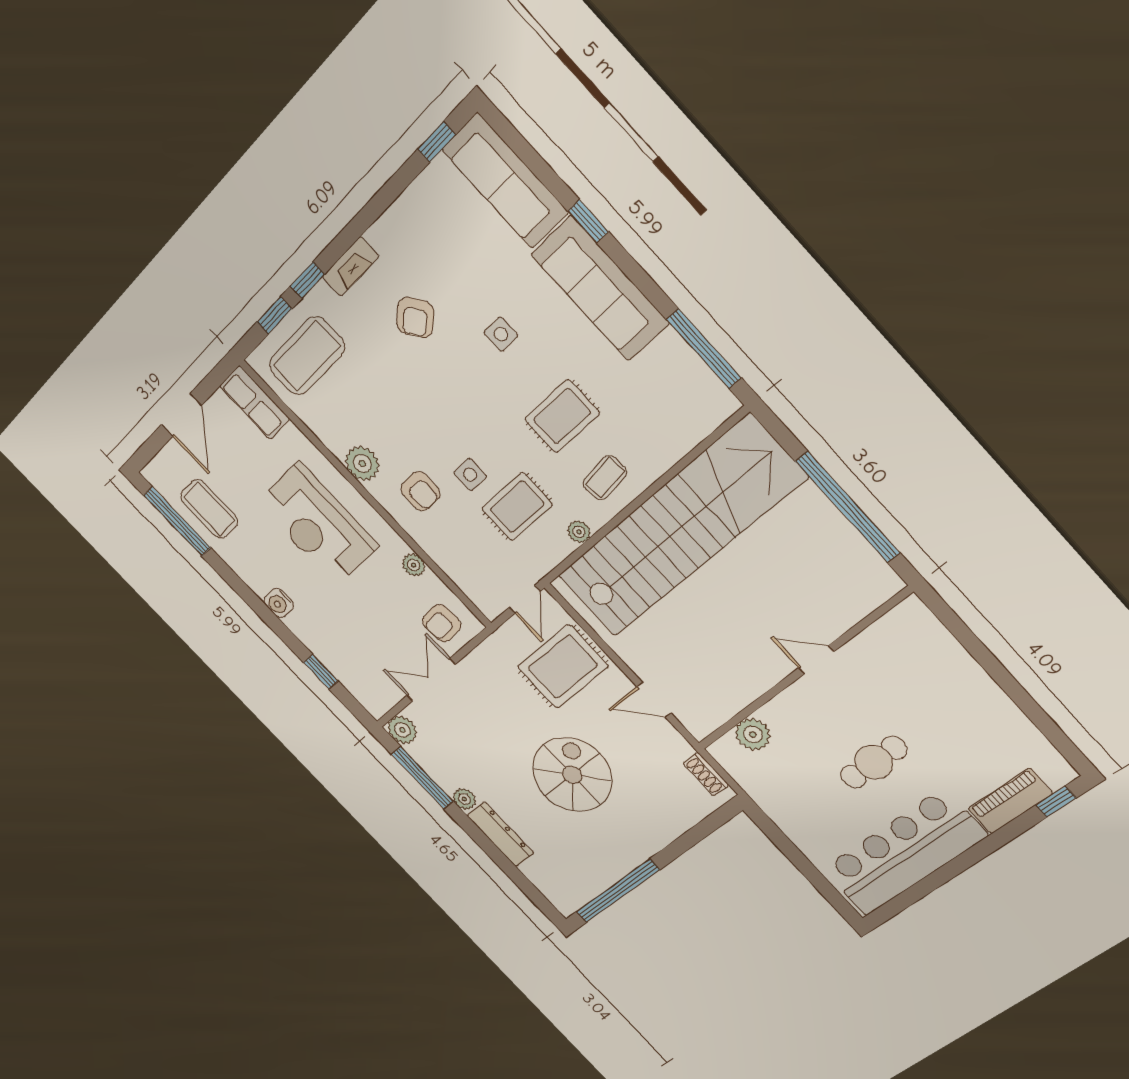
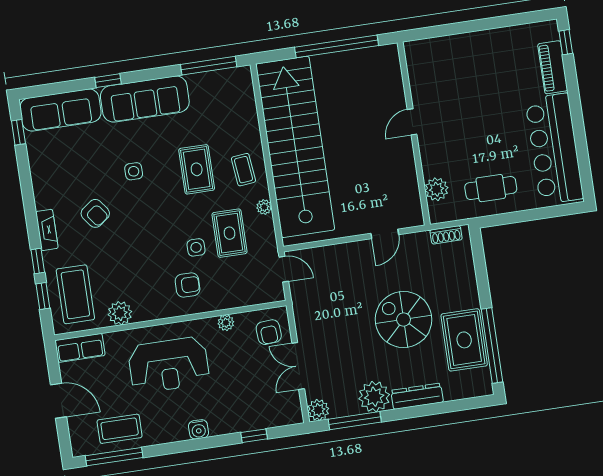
plant: (362, 463) -> (120, 313), moved
rug: (563, 667) -> (464, 340), moved
cafe table: (874, 762) -> (491, 188), moved, turned 90
plant: (464, 799) -> (374, 397), width x1.88, depth x1.88

